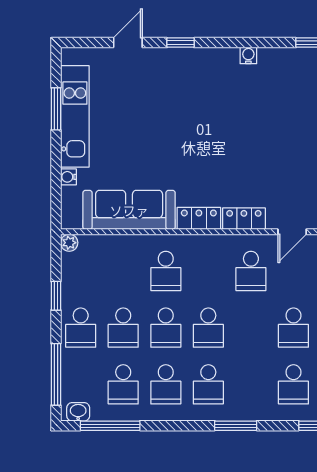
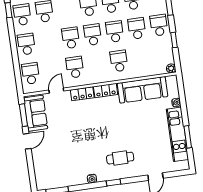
window: (180, 43) -> (113, 183), moved
cafe table: (190, 87) -> (120, 158), added
school desk: (293, 328) -> (71, 38), moved

